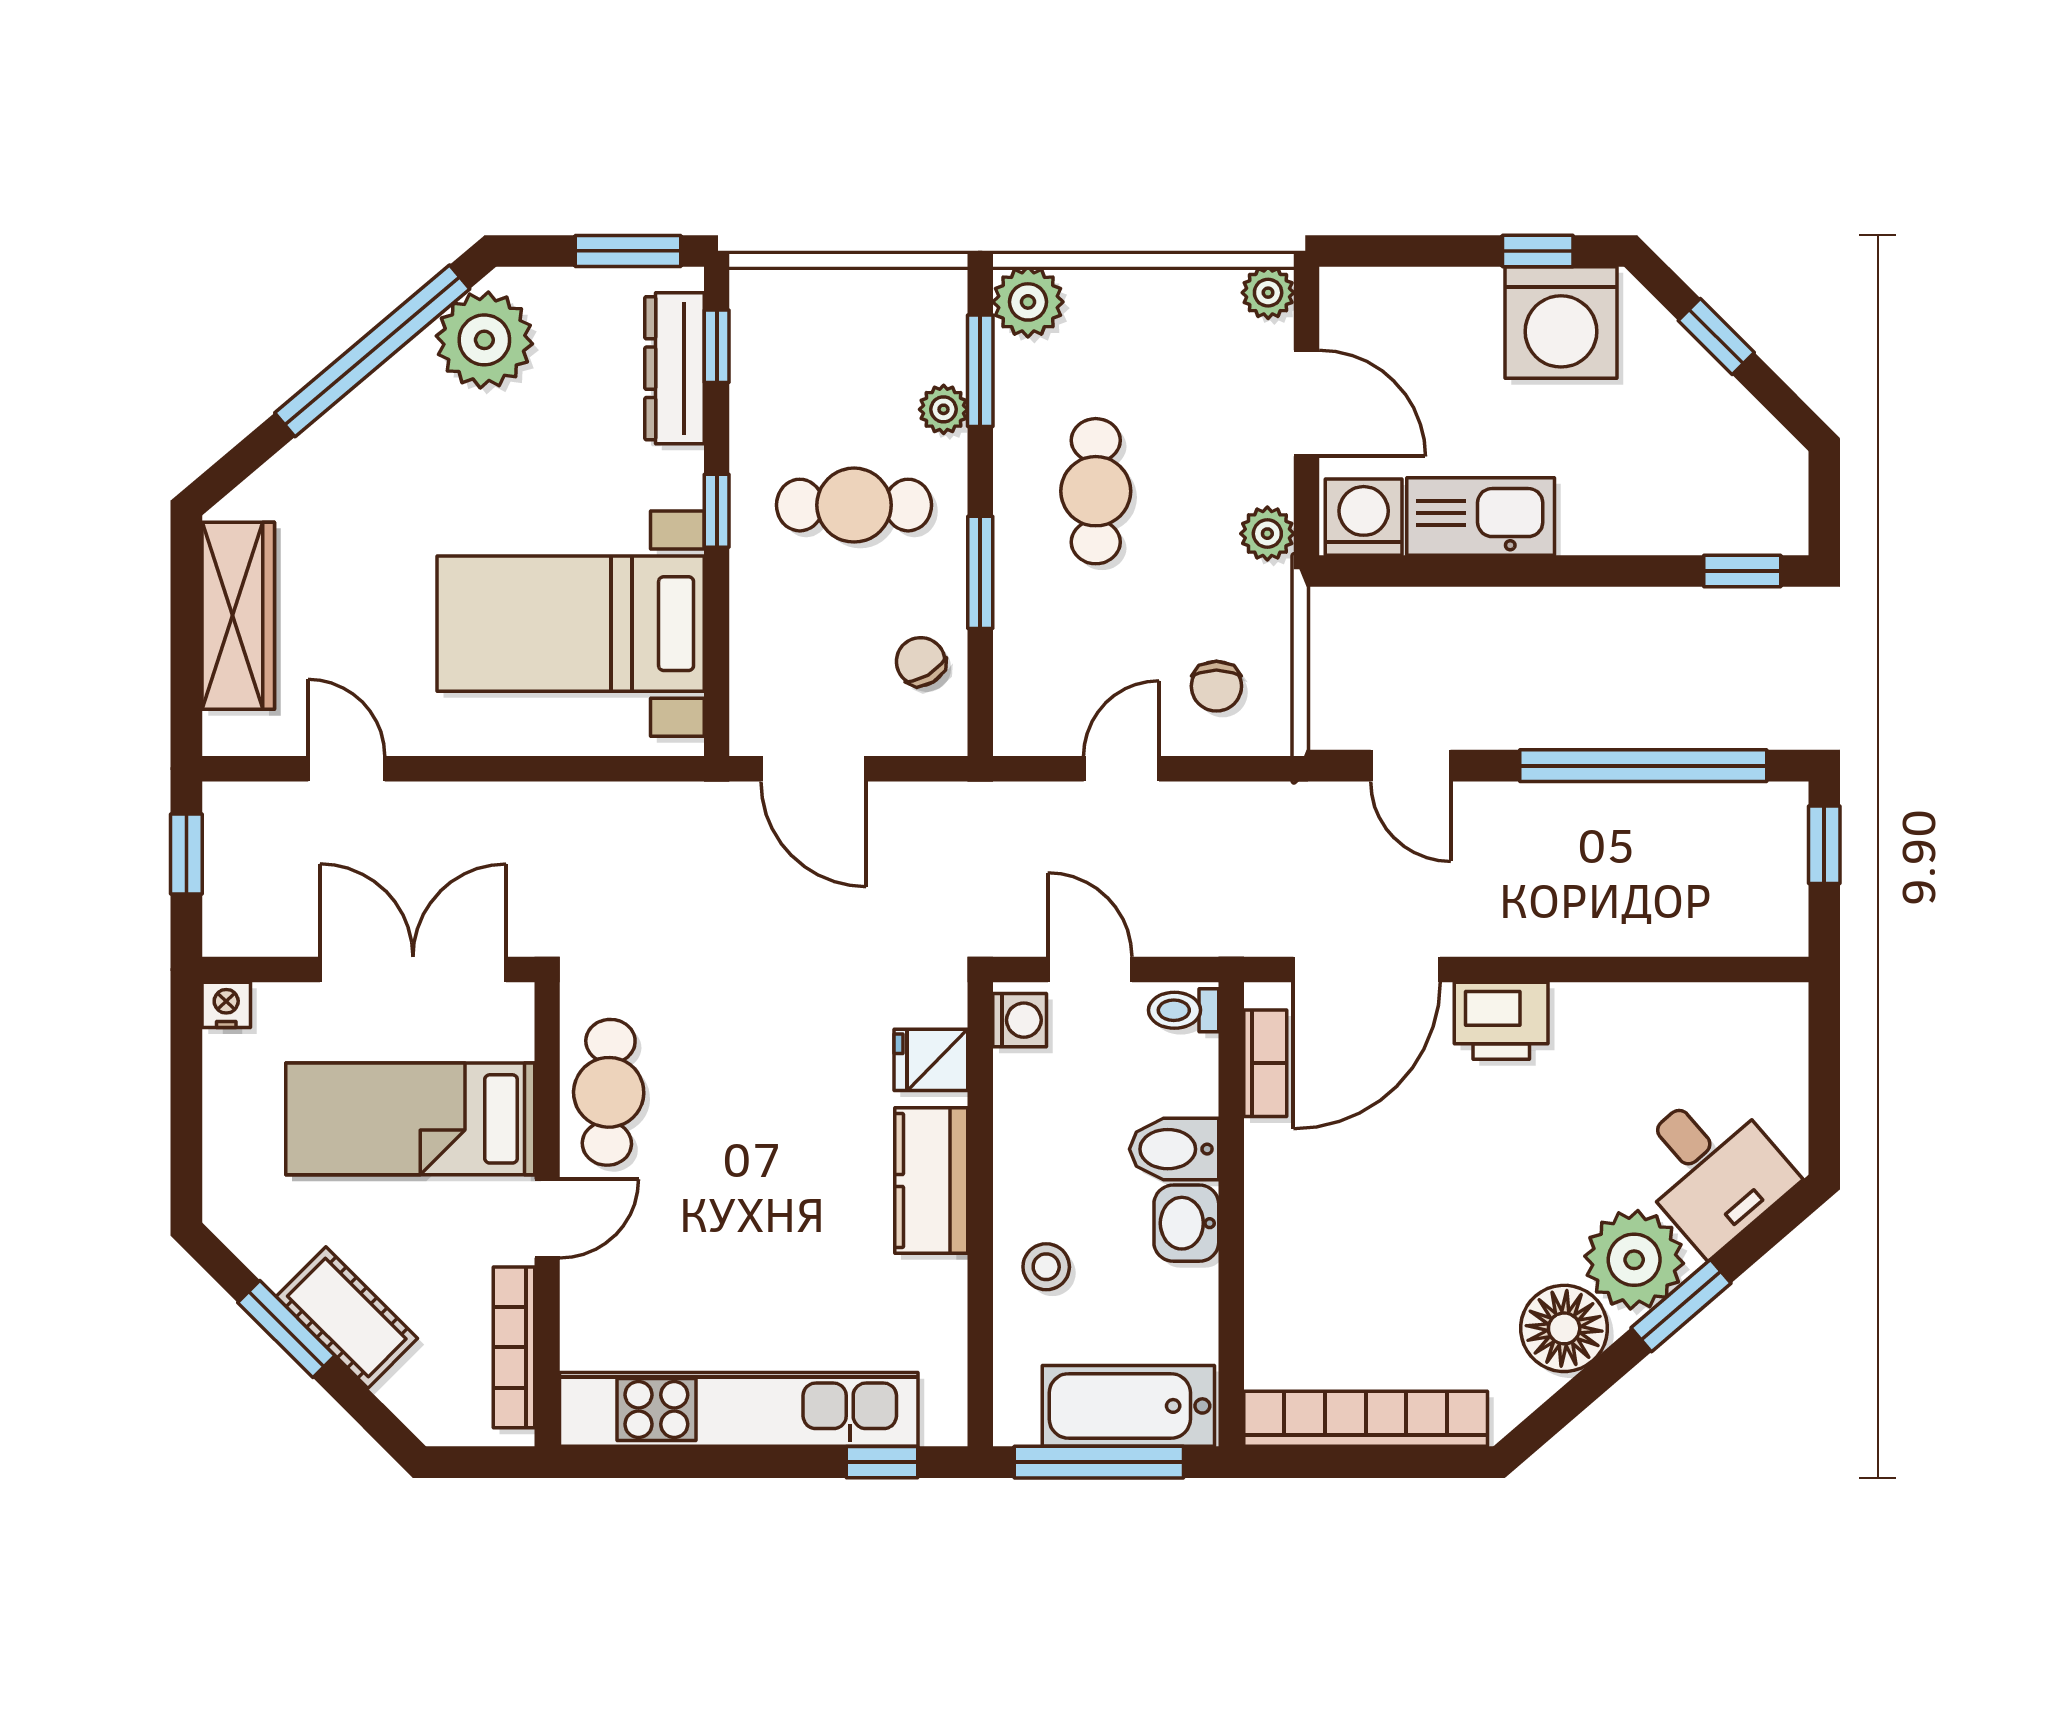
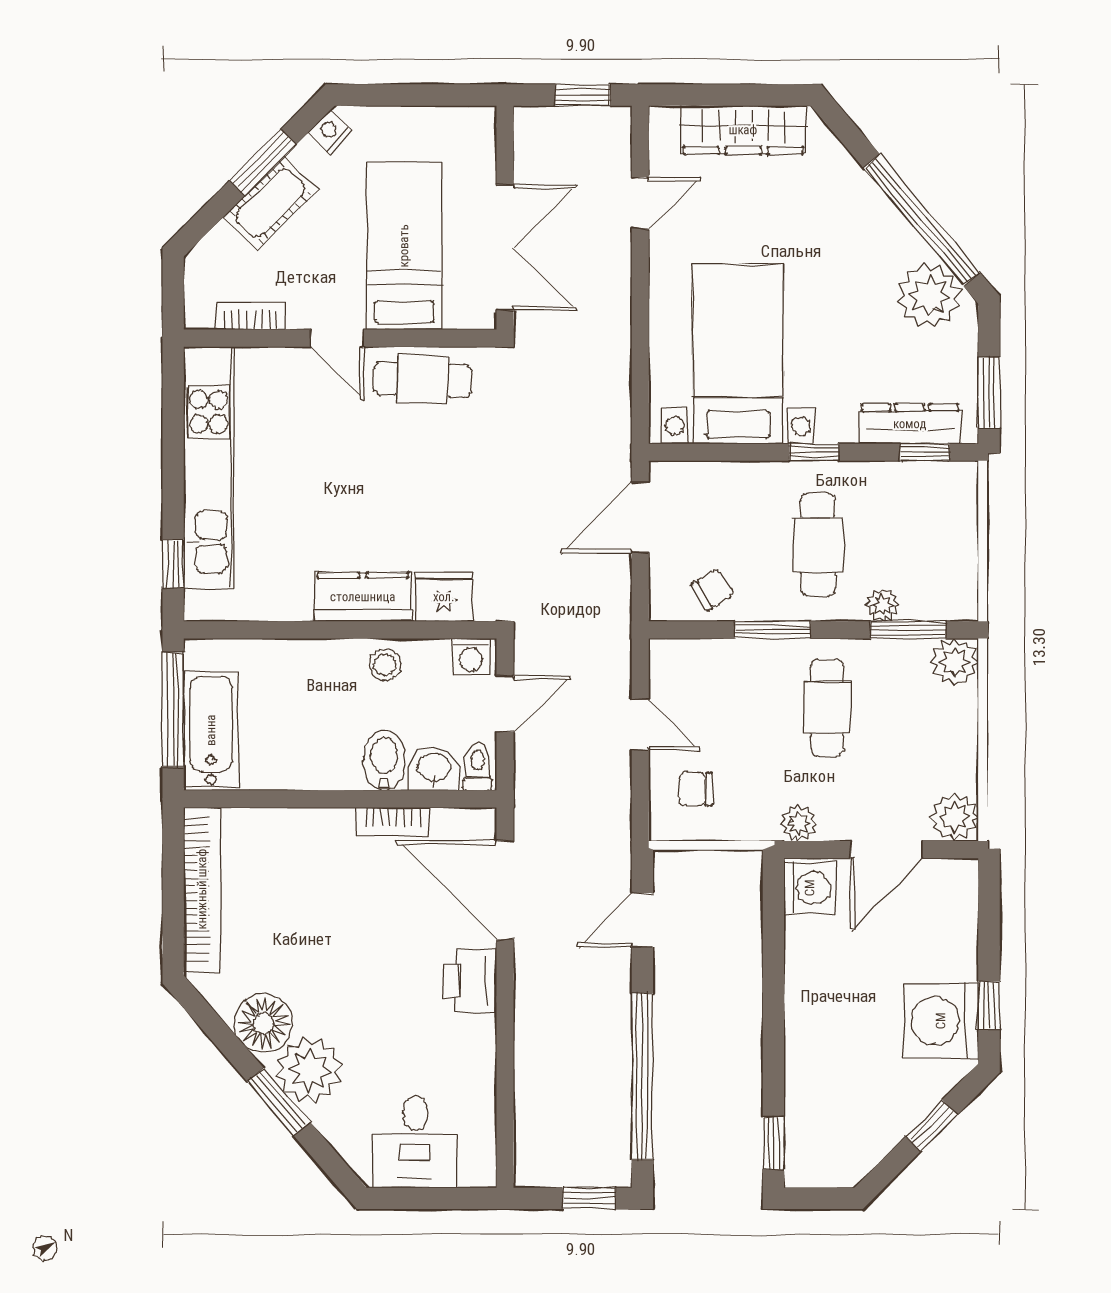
plant: (1268, 293) -> (954, 817), width x1.38, depth x1.38
cafe table: (1096, 491) -> (827, 708), turned 90
kitchen sink: (1481, 516) -> (810, 967), removed
nightstand: (226, 1005) -> (330, 131), moved, turned -135
fridge: (931, 1060) -> (444, 597), width x1.38
bookcase: (1265, 1063) -> (392, 822), moved
desk: (1711, 1169) -> (415, 1142), moved, turned -49
washbasin: (1186, 1223) -> (434, 769), moved
stool: (1046, 1267) -> (385, 665), moved
bookcase: (514, 1347) -> (250, 316), width x0.64

